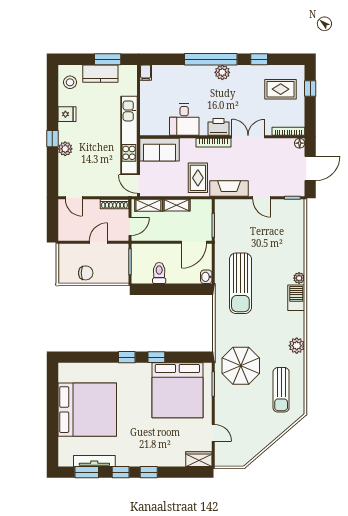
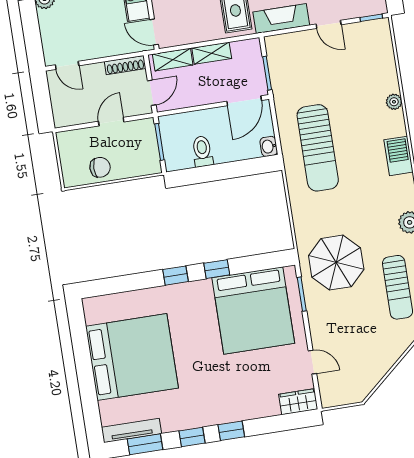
plant: (299, 278) -> (394, 102), moved
tv unit: (94, 461) -> (132, 430), moved

